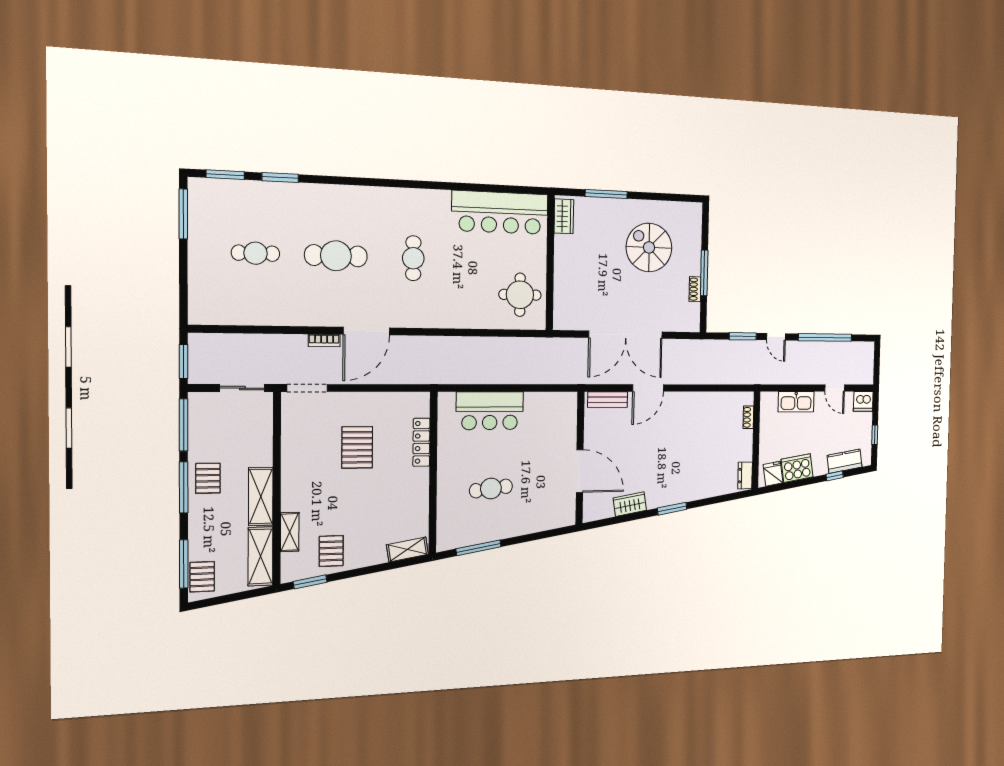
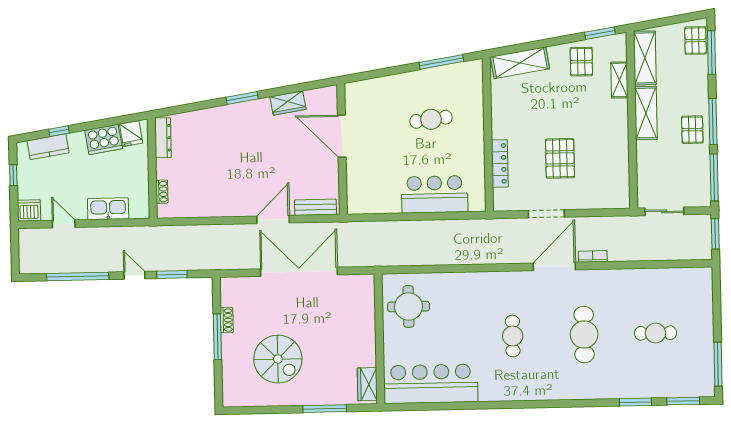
cafe table: (336, 256) -> (584, 335), turned 90
doorway: (307, 388) -> (546, 214), moved
dresser: (745, 475) -> (163, 138), width x1.44
shelving: (407, 550) -> (520, 63), width x1.50, depth x1.33

